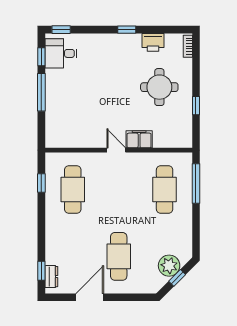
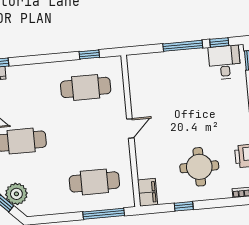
filing cabinet: (139, 139) -> (148, 192), moved

